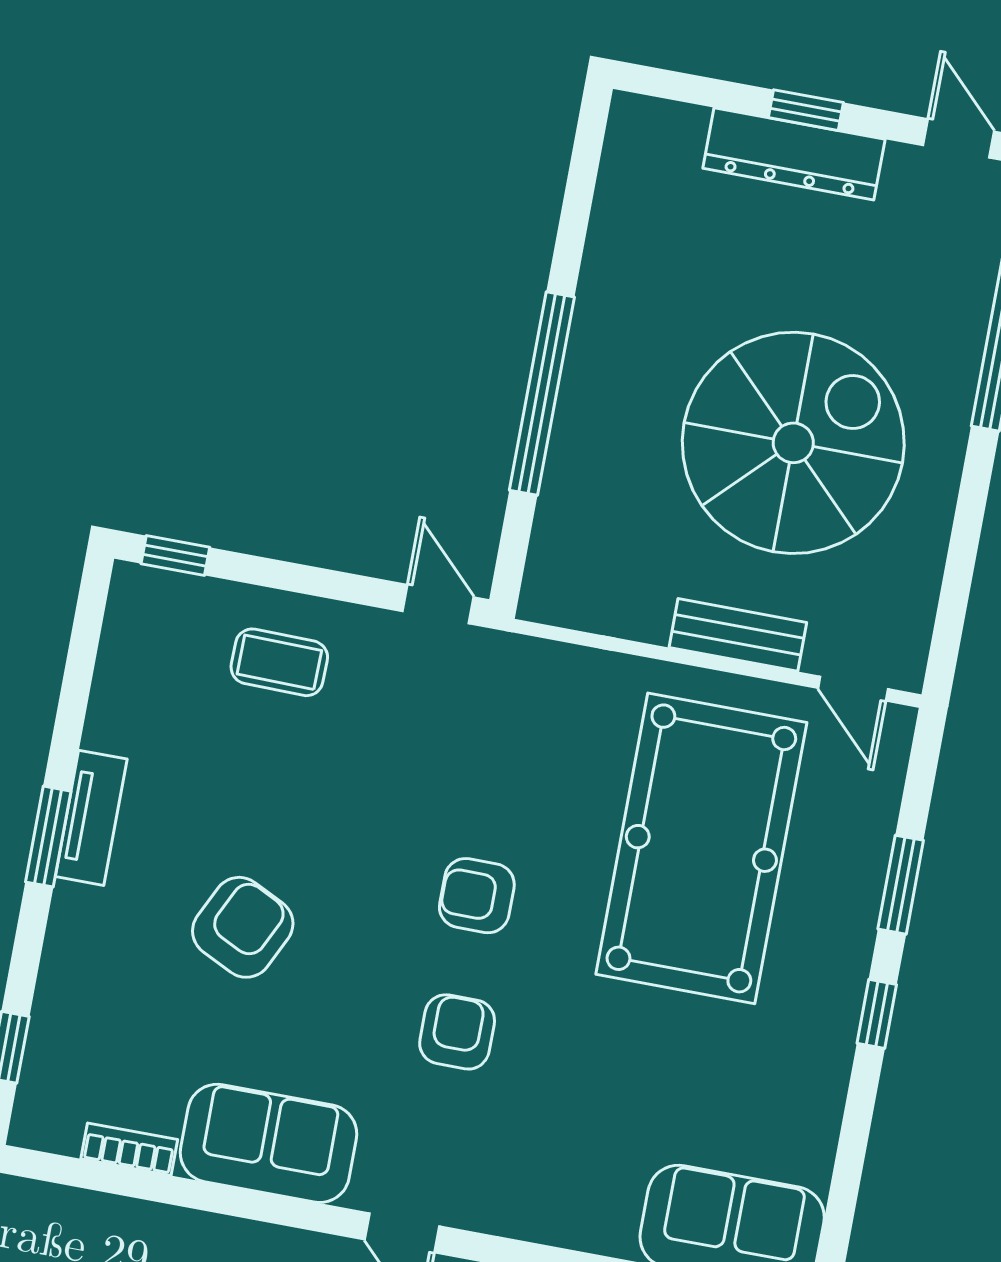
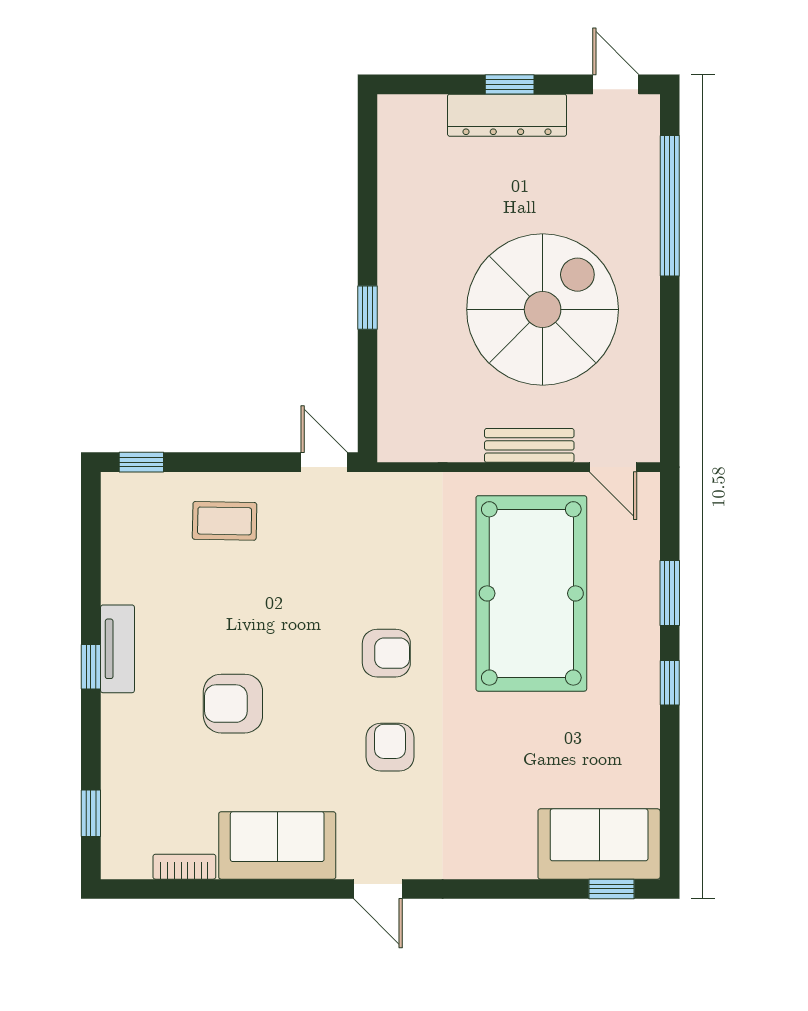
window: (542, 394) -> (368, 308), width x0.32
window: (48, 837) -> (91, 667), width x0.67
armchair: (477, 896) -> (386, 653), turned 180
armchair: (243, 927) -> (233, 704), turned -116

